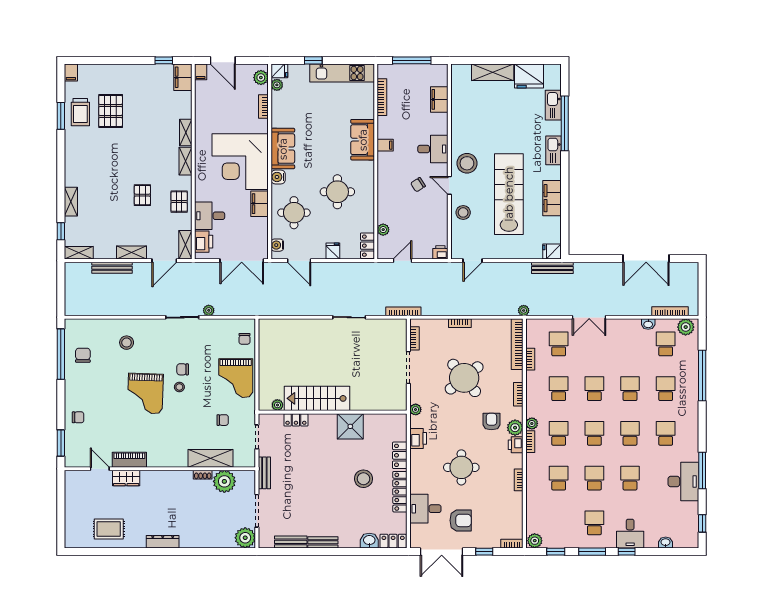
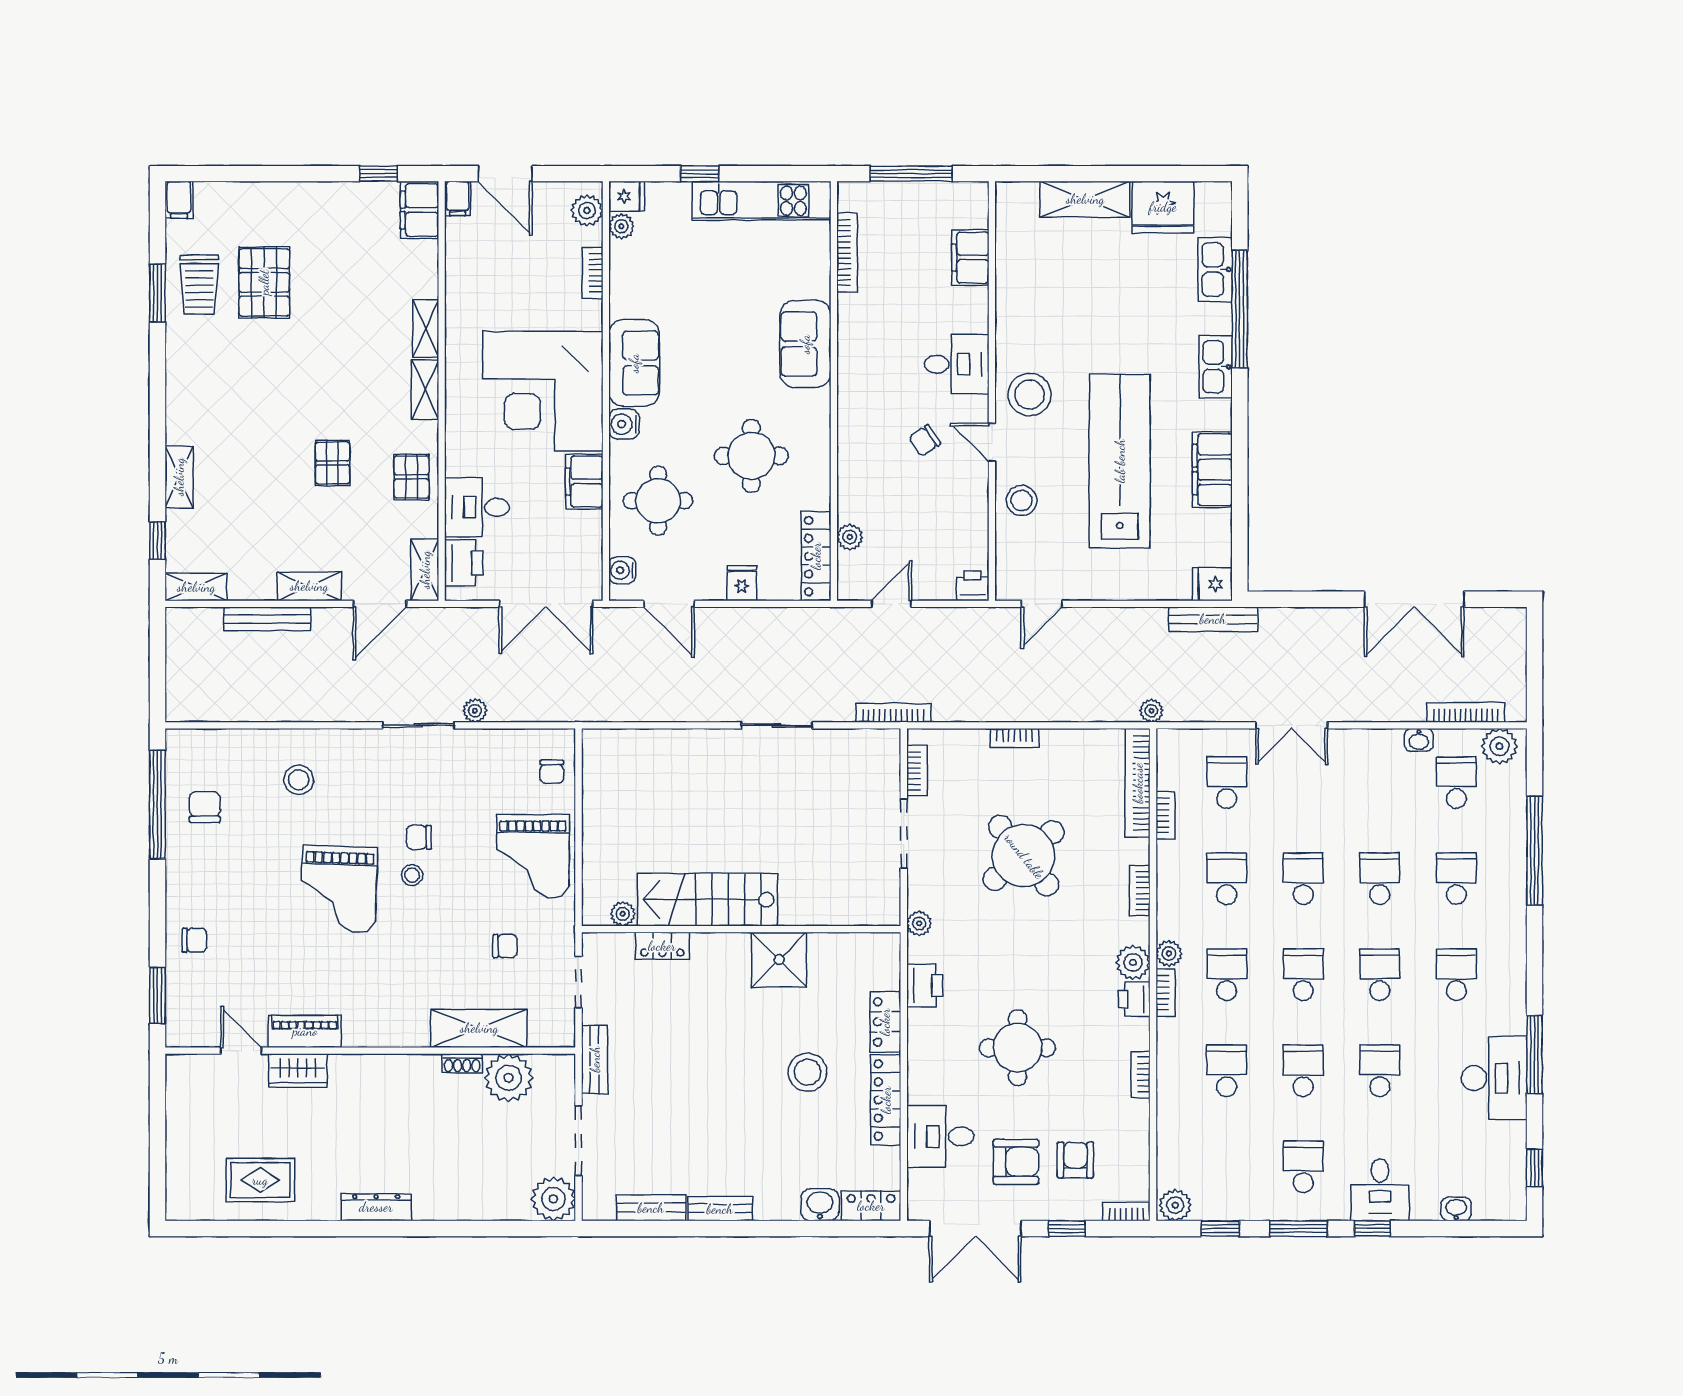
filing cabinet: (385, 145) -> (854, 356), removed
locker: (367, 246) -> (816, 556), width x1.53
armchair: (491, 422) -> (1075, 1160), moved

